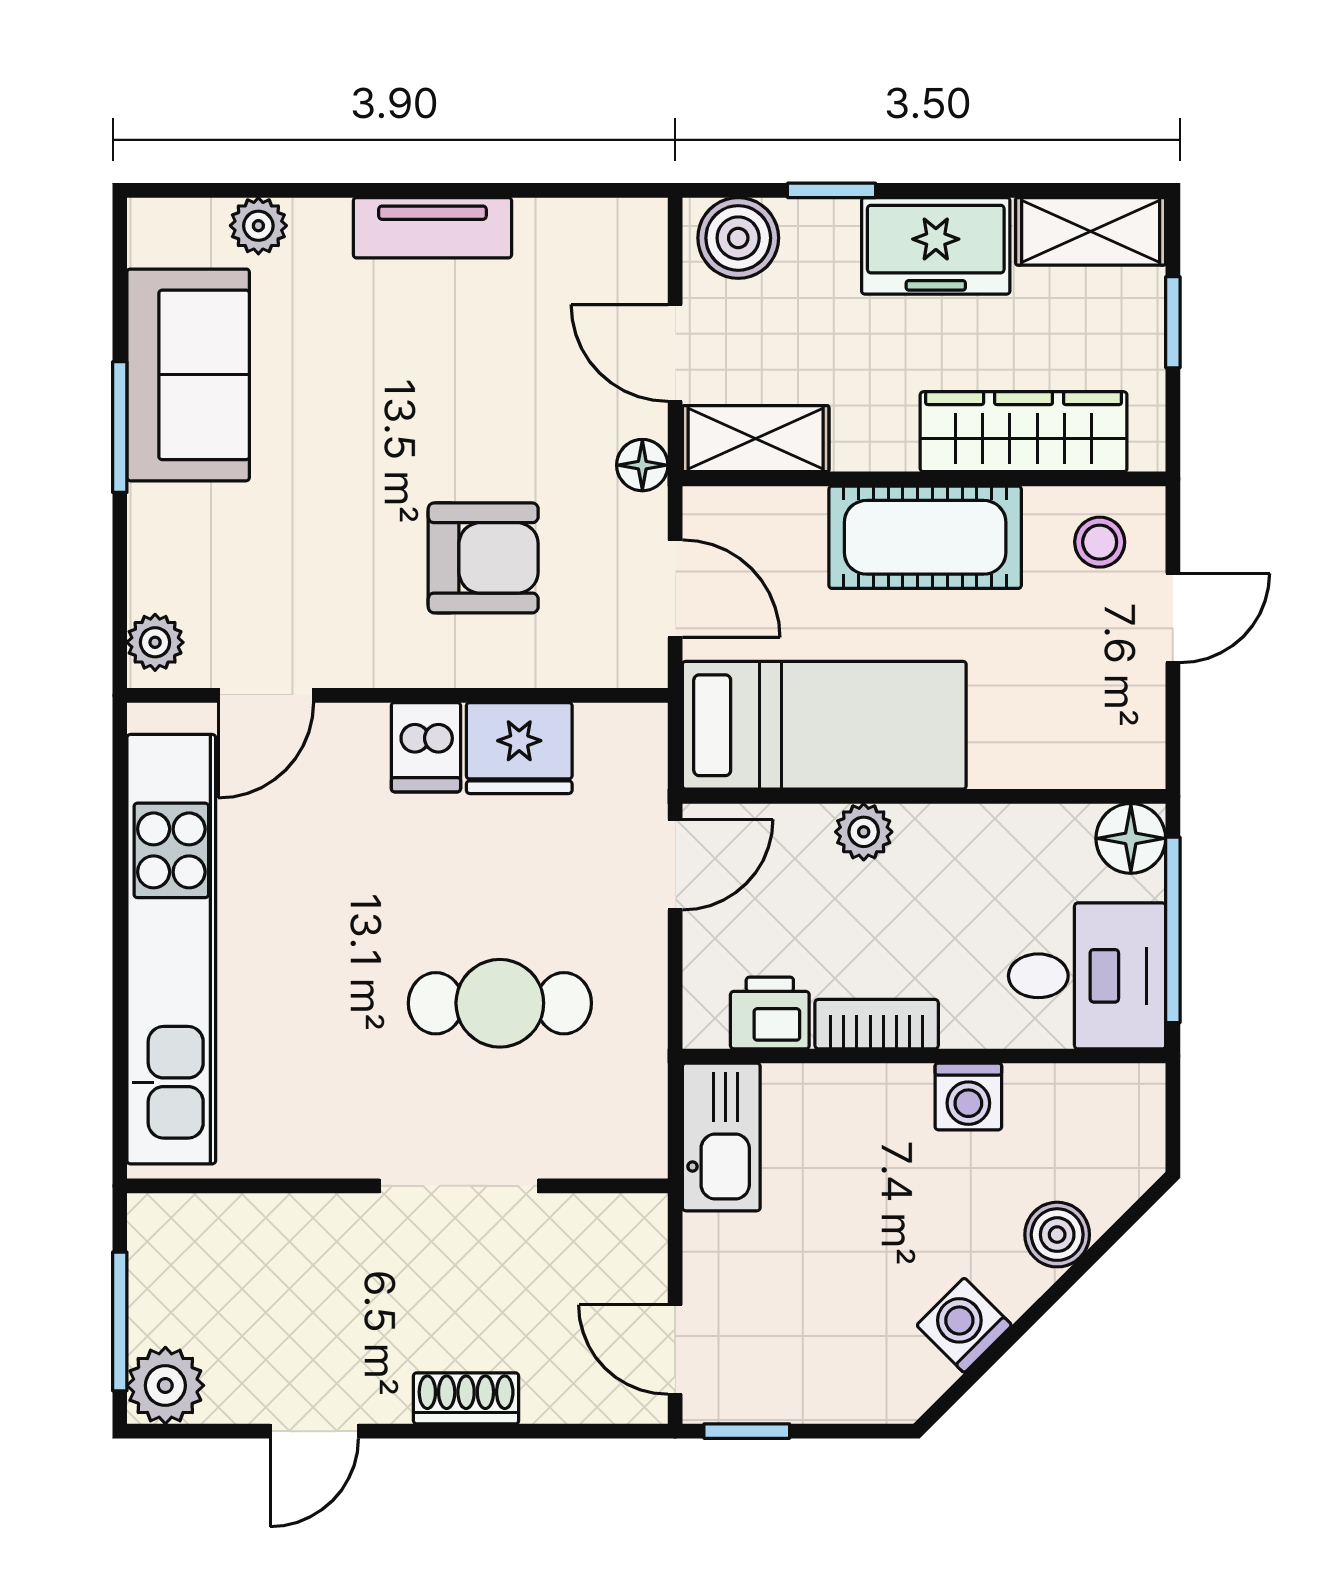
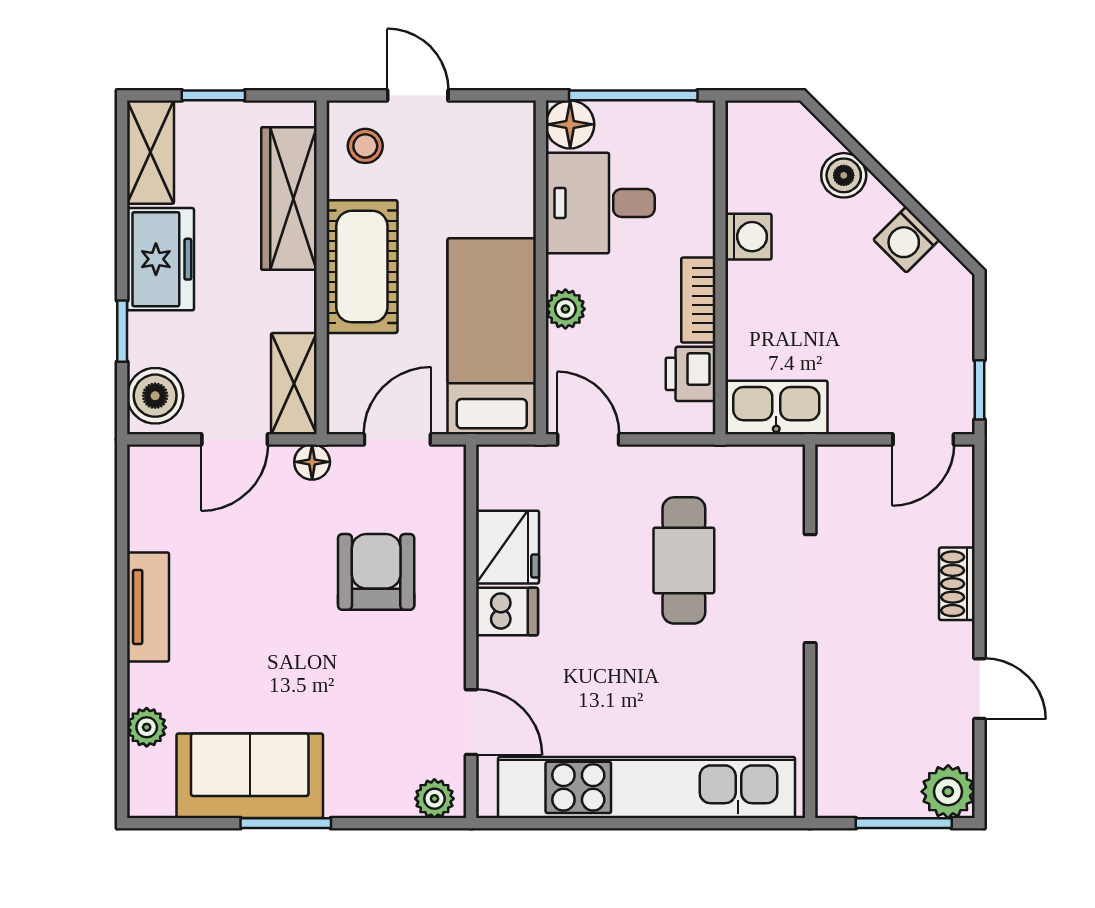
desk: (1087, 976) -> (600, 203), moved, turned -90

